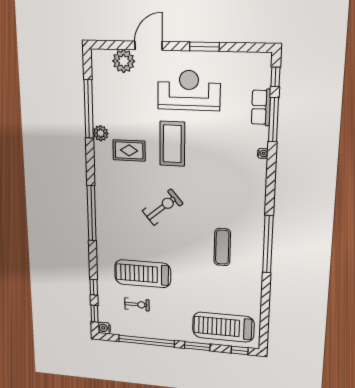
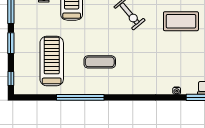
window: (268, 244) -> (80, 97), moved
treadmill: (223, 327) -> (52, 61), moved

